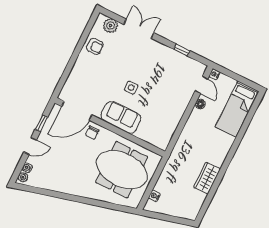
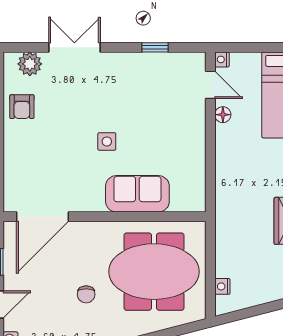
armchair: (95, 46) -> (22, 107), turned 90
sofa: (121, 117) -> (137, 194), moved
chair: (92, 133) -> (86, 294), moved

